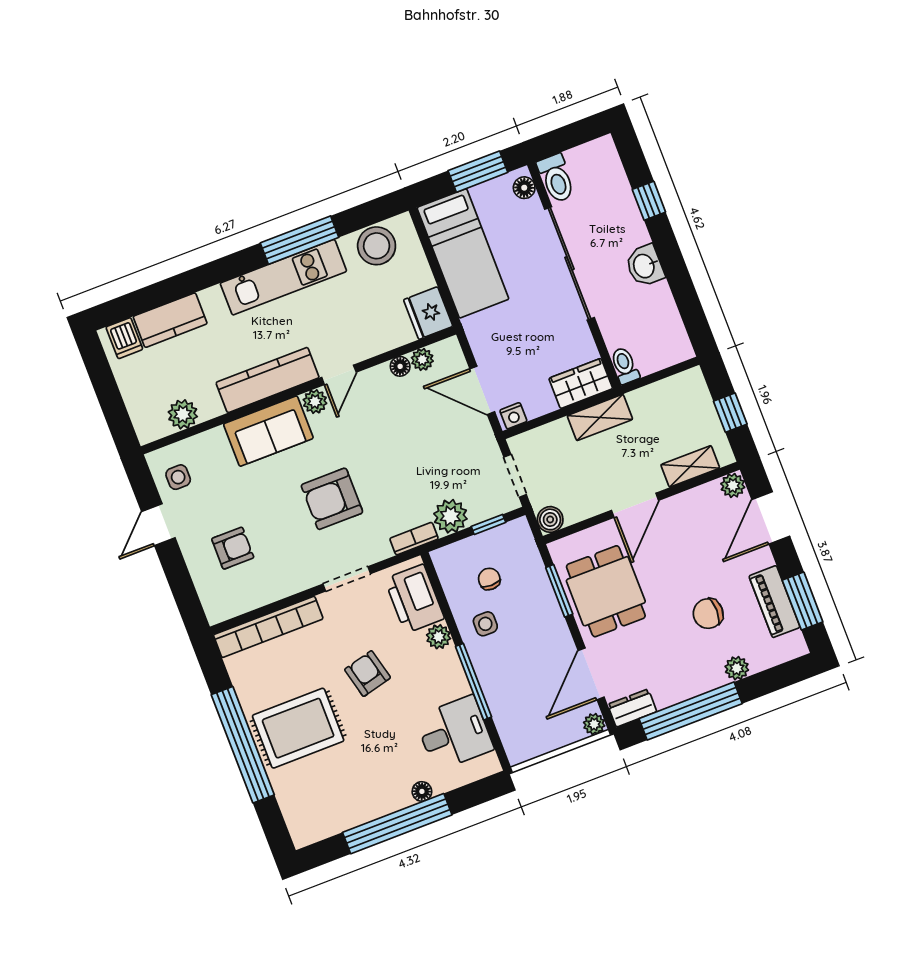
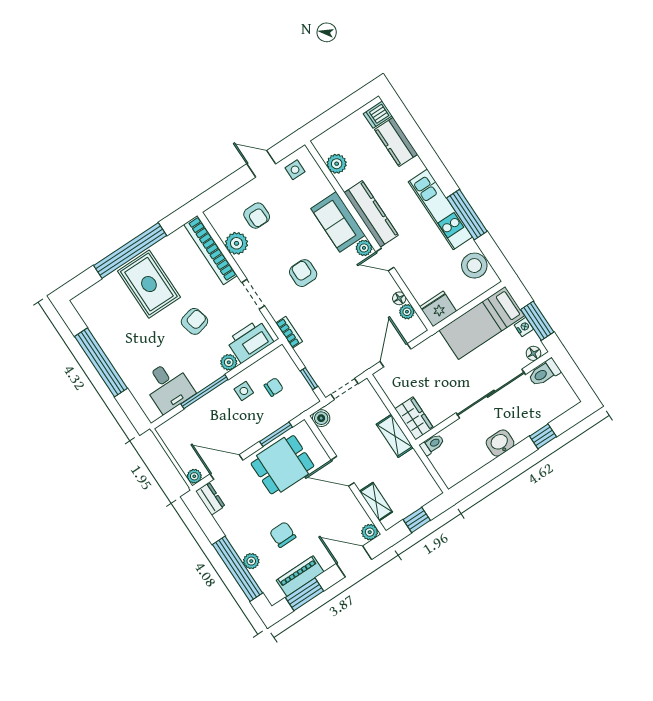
nightstand: (513, 416) -> (524, 327), moved, turned 180
armchair: (332, 499) -> (303, 273), width x0.72, depth x0.72
plant: (450, 516) -> (236, 243), moved
window: (691, 711) -> (238, 569), moved
floor lamp: (422, 791) -> (126, 374), removed

